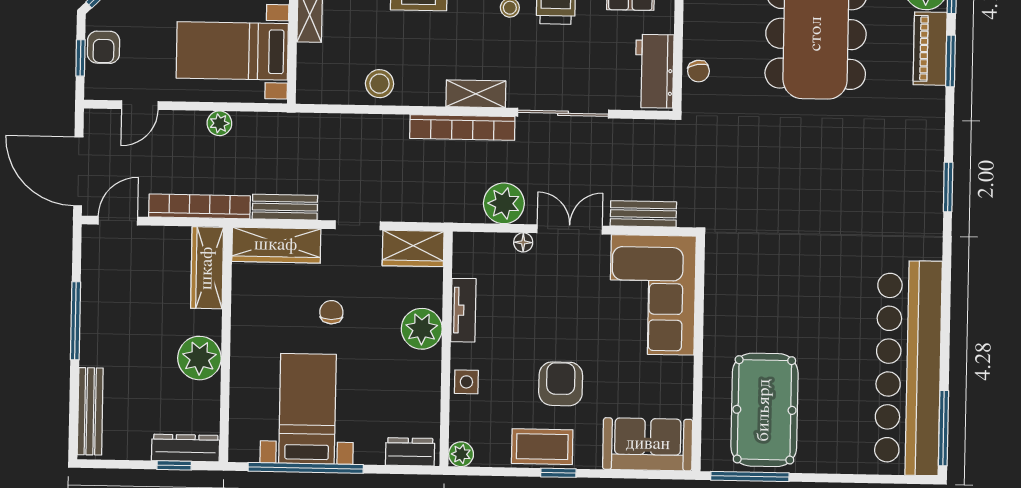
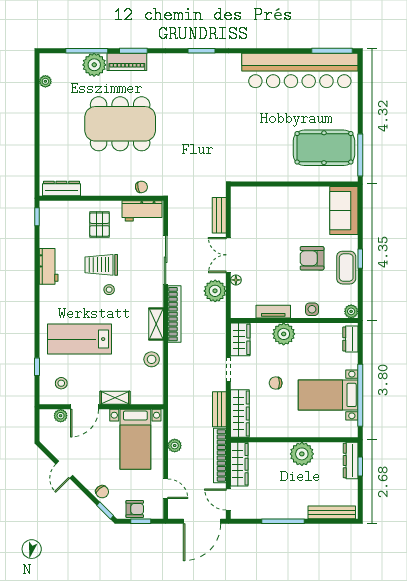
shelving: (476, 94) -> (156, 324), moved
wardrobe: (207, 268) -> (239, 464), moved, turned -90
corner sofa: (653, 295) -> (263, 209), removed

